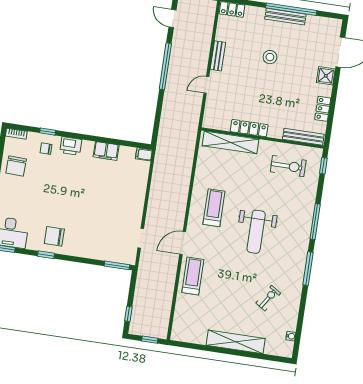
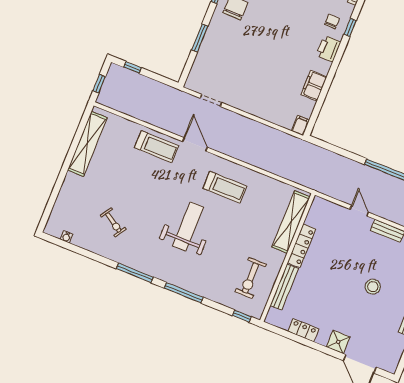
bench: (303, 137) -> (284, 287), moved
weight bench: (256, 232) -> (188, 226), turned 90
window: (117, 265) -> (200, 38), moved
shelving: (236, 342) -> (87, 144), moved

